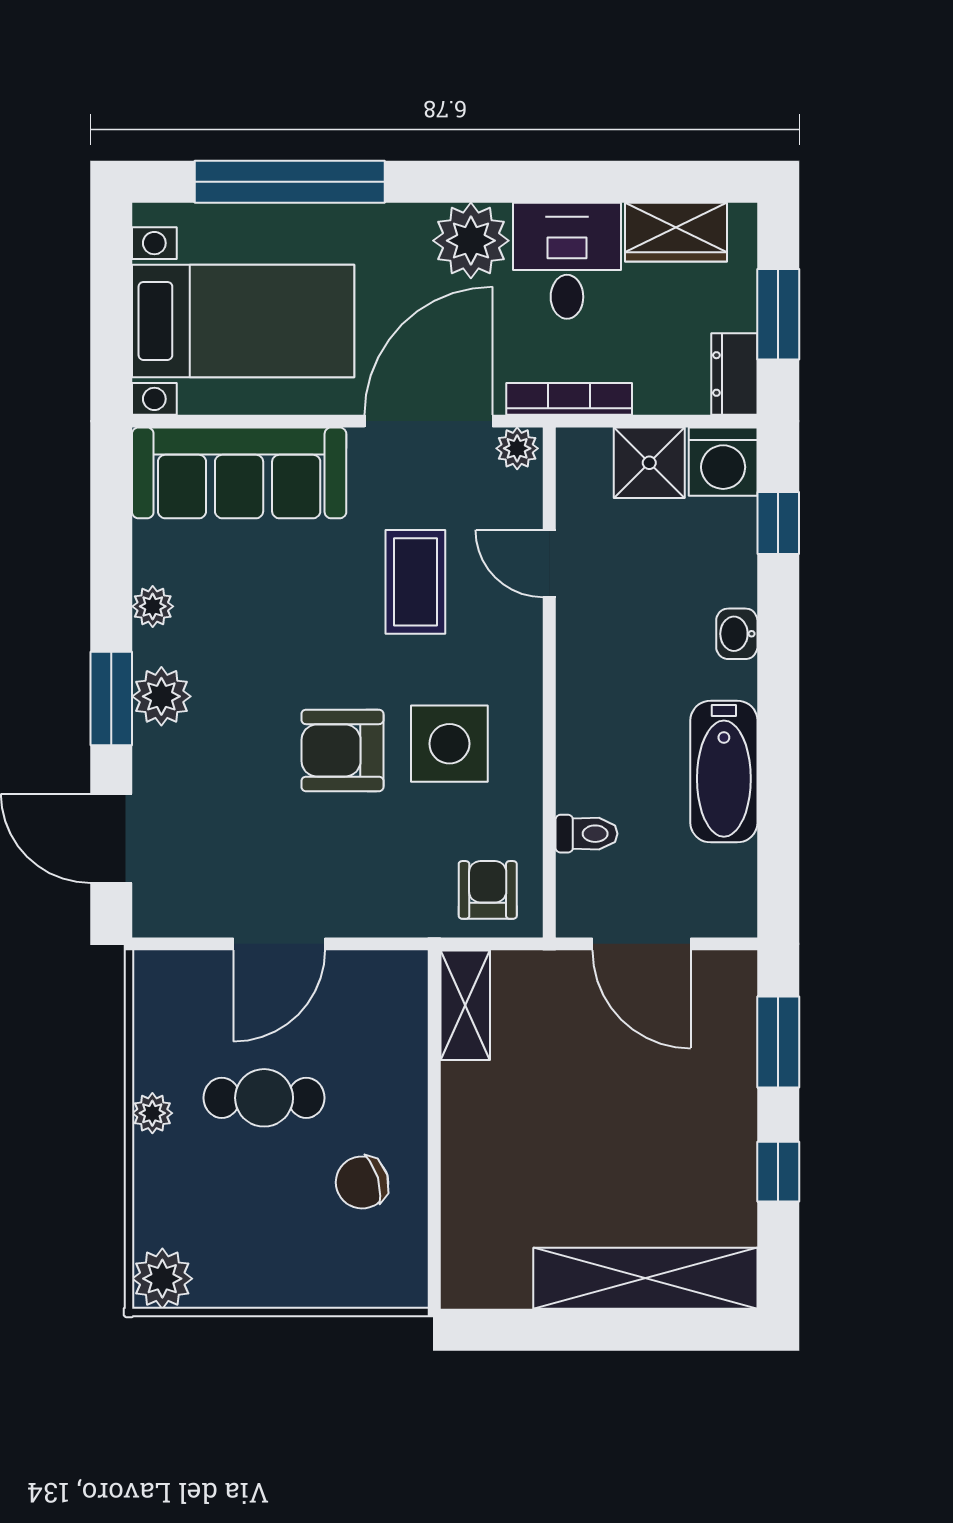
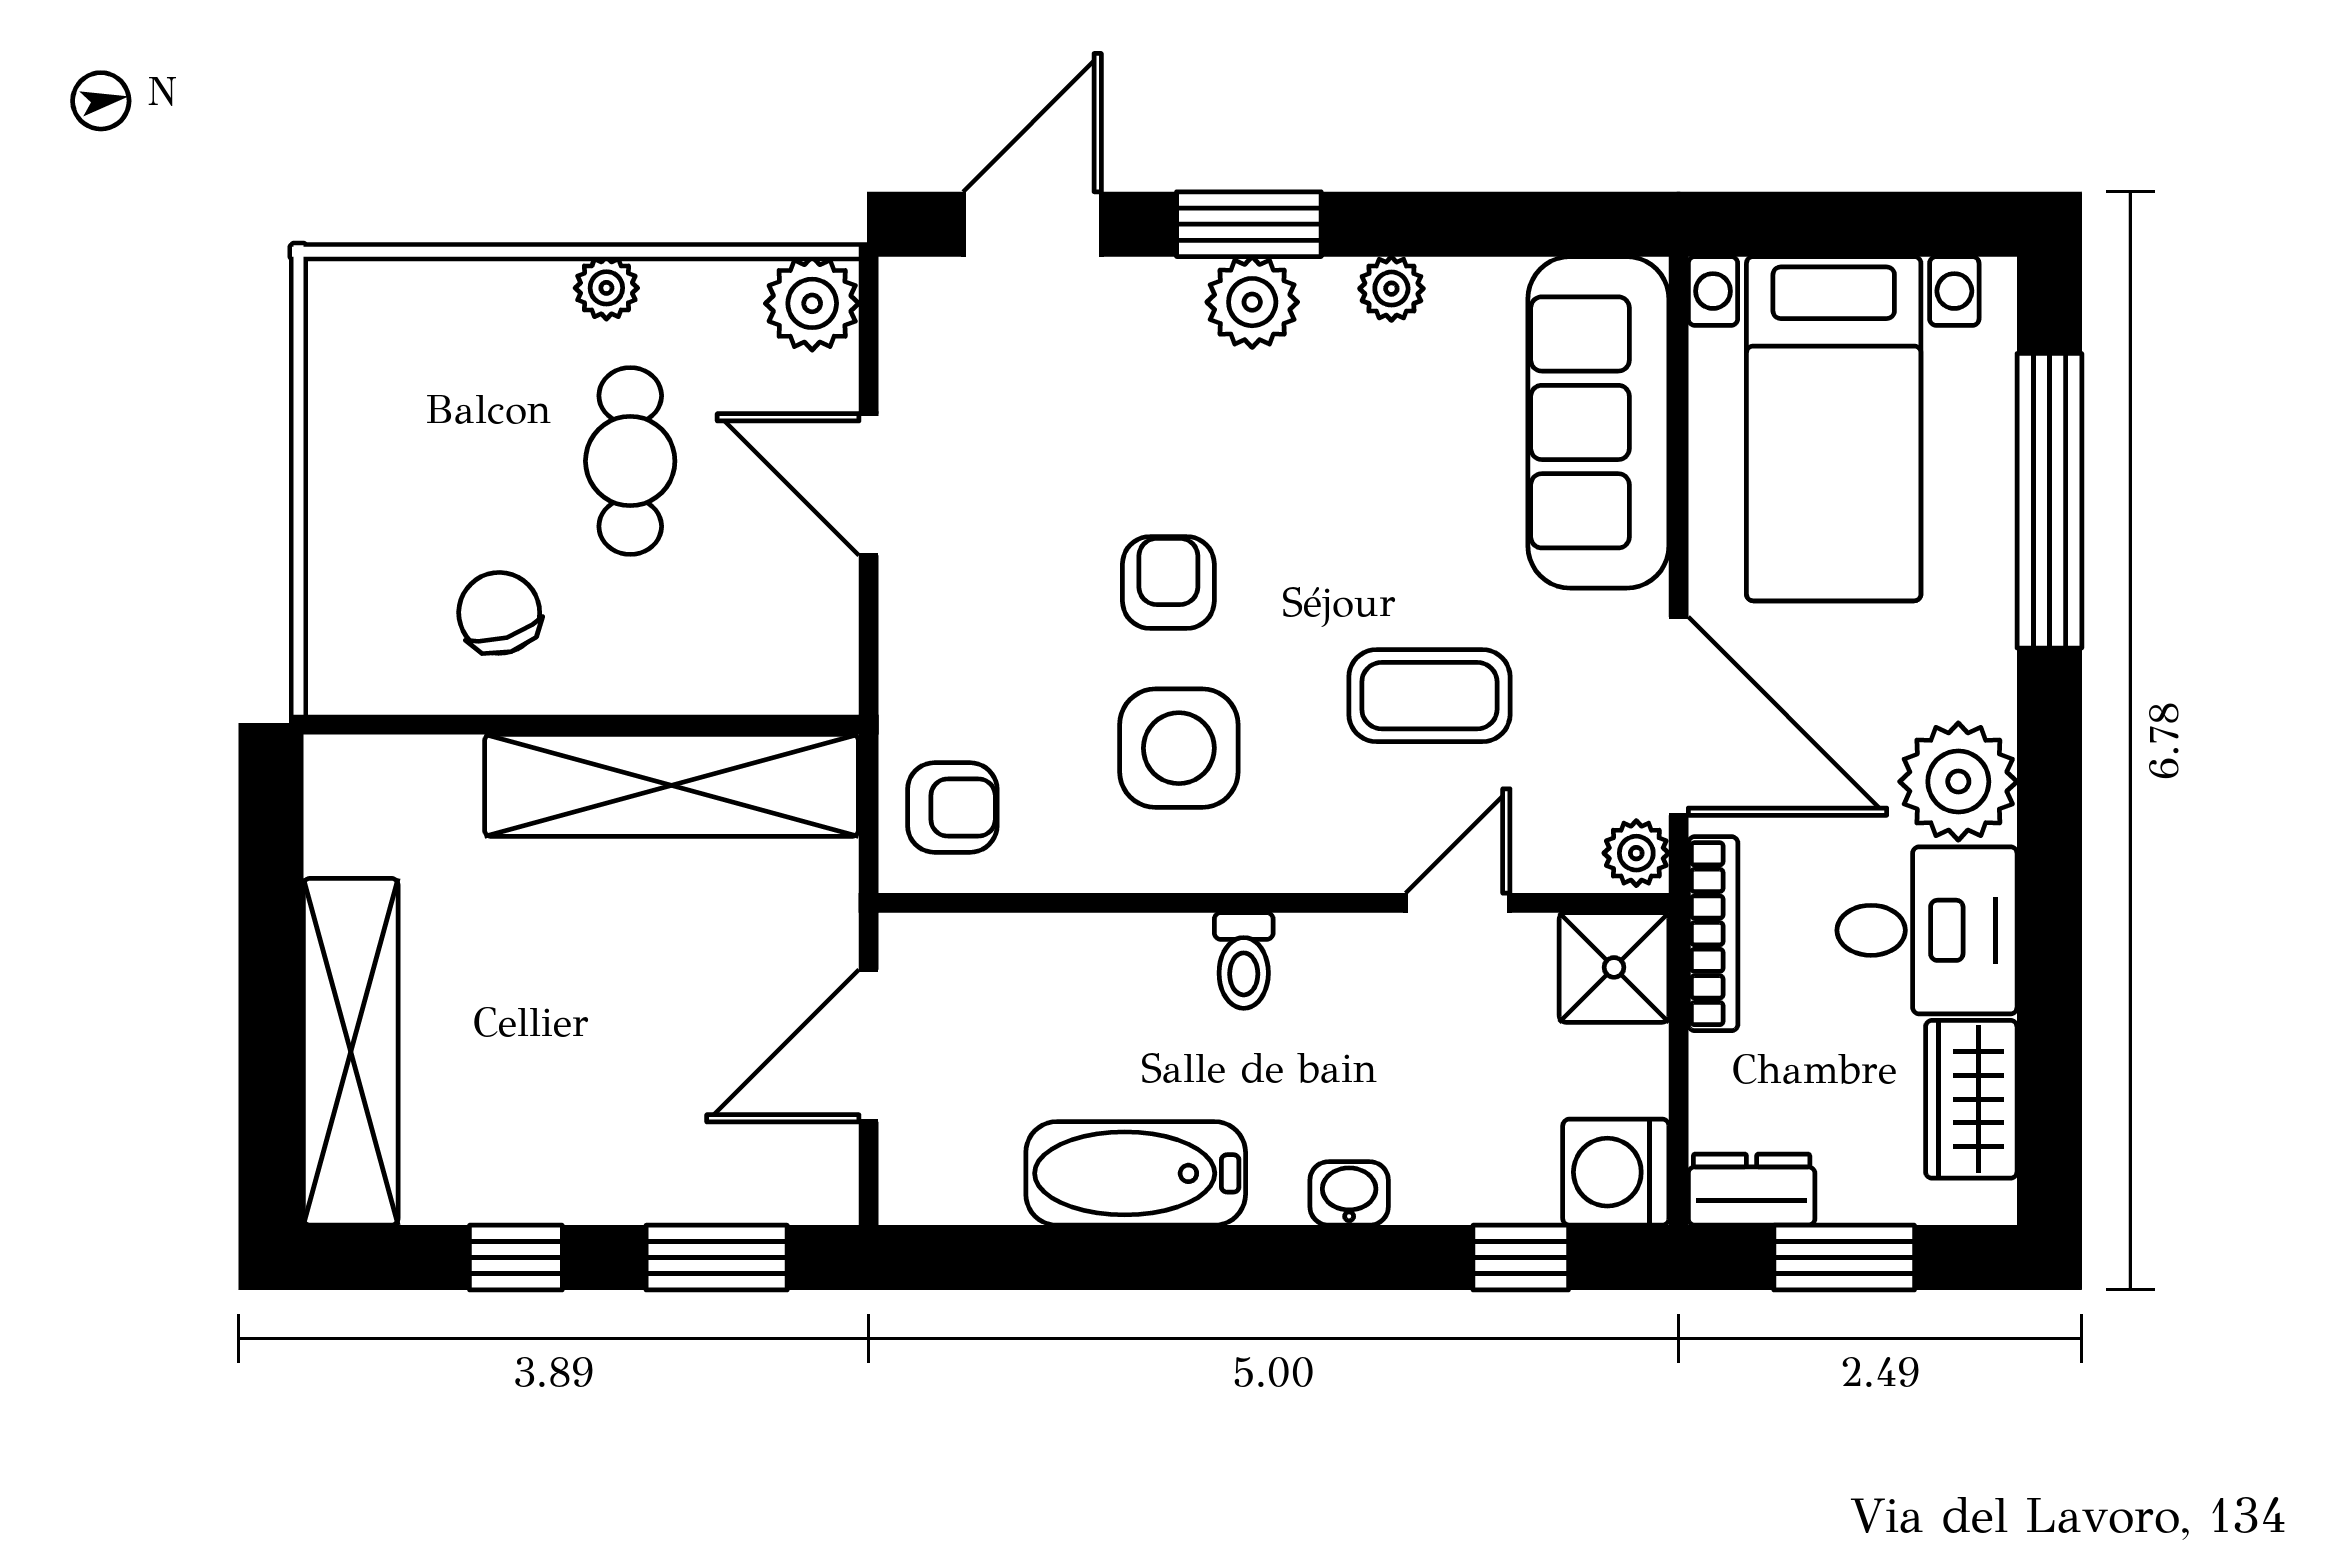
shower: (649, 463) -> (1614, 967), moved
armchair: (342, 750) -> (1168, 583), width x0.72, depth x0.72
toilet: (586, 834) -> (1244, 961), moved
shelving: (465, 1005) -> (671, 785), width x2.20, depth x1.33
plant: (162, 1279) -> (812, 303), moved

